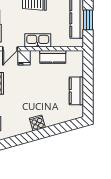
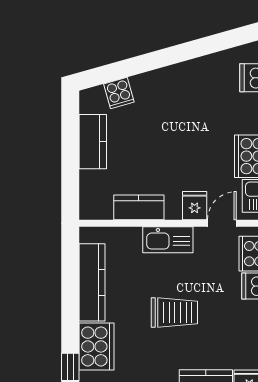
window: (88, 20) -> (70, 280), removed
cooker: (37, 123) -> (119, 93), moved

